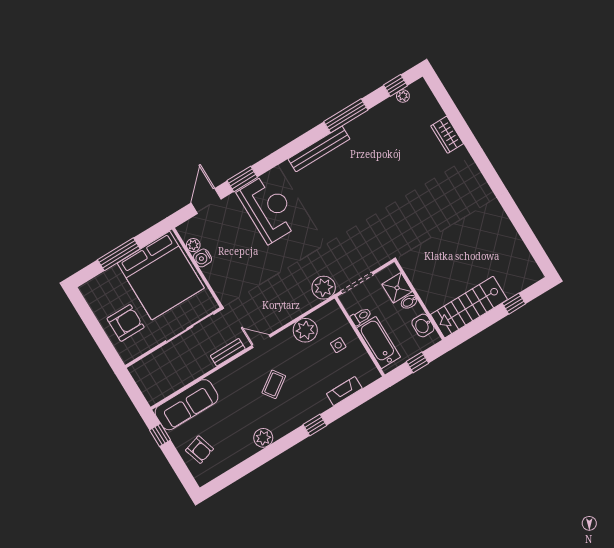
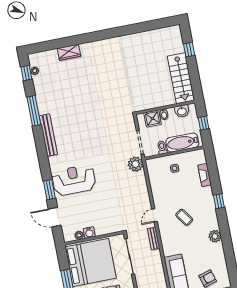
plant: (305, 330) -> (158, 185), removed

